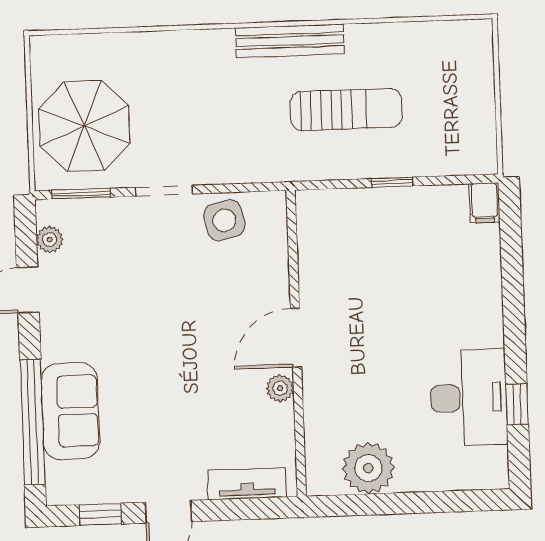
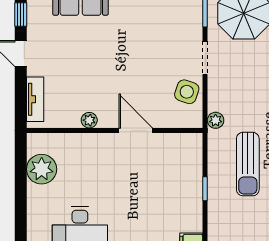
plant: (272, 168) -> (216, 120), added
side table: (224, 220) -> (187, 92), turned 32
door: (296, 338) -> (136, 130), moved

